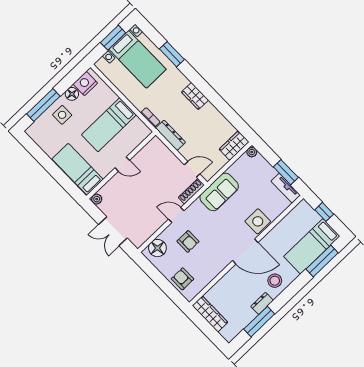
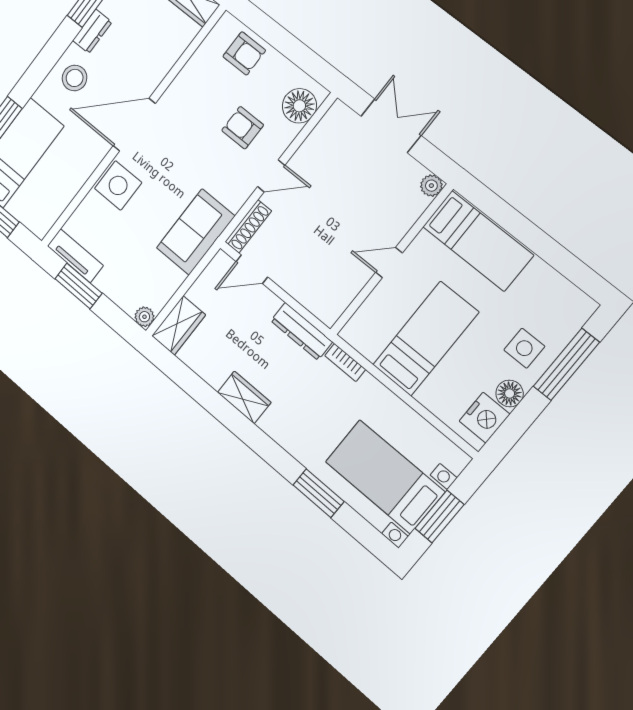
wardrobe: (195, 96) -> (244, 397), moved

